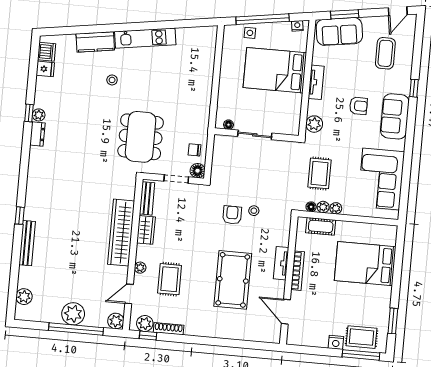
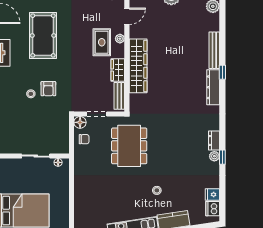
dresser: (33, 199) -> (213, 87), added
rug: (170, 279) -> (102, 42), moved

